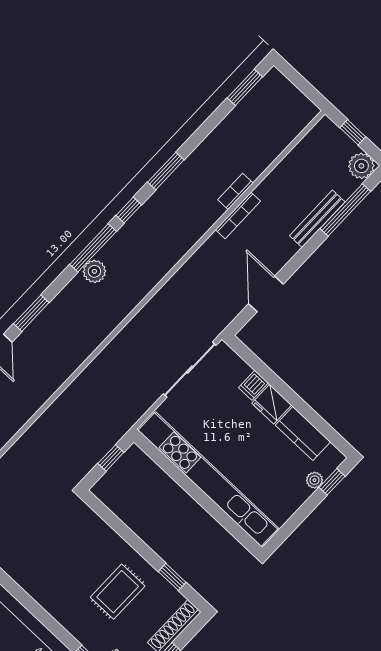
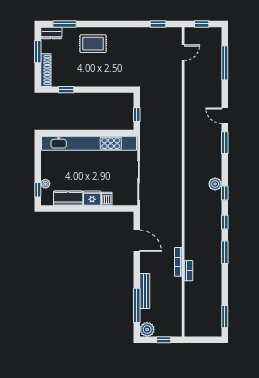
window: (93, 248) -> (225, 193), width x0.46
rug: (118, 592) -> (93, 44), moved, turned 90

